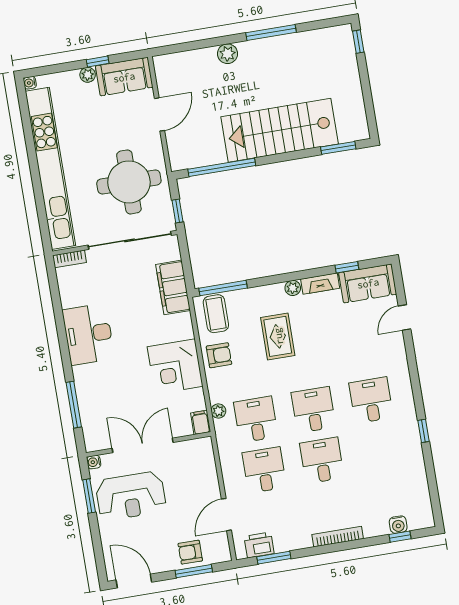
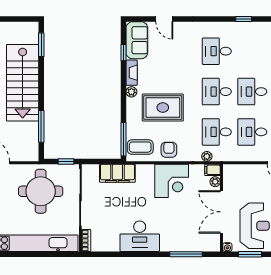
window: (222, 167) -> (41, 126), width x0.68
rug: (278, 336) -> (163, 108), width x1.36, depth x1.43
plant: (184, 429) -> (215, 182), added

